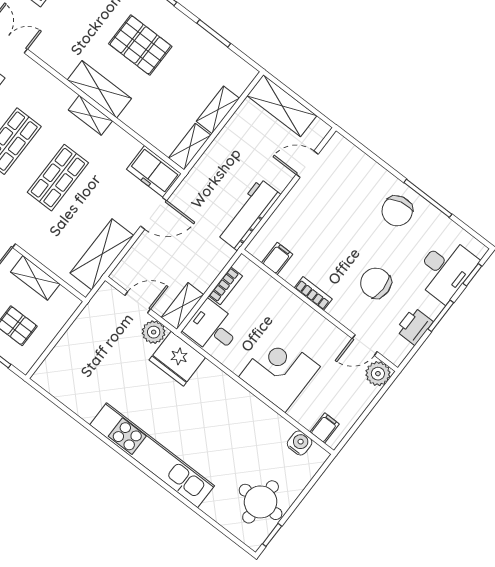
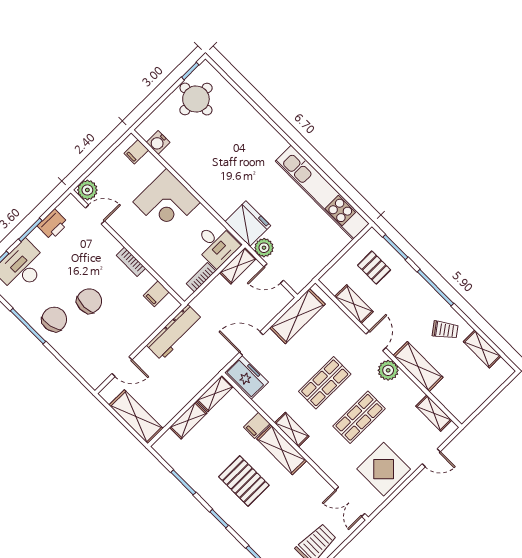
filing cabinet: (134, 115) -> (257, 425), added
chair: (376, 283) -> (89, 301), moved, turned -90
kitchen unit: (152, 455) -> (322, 192), moved

